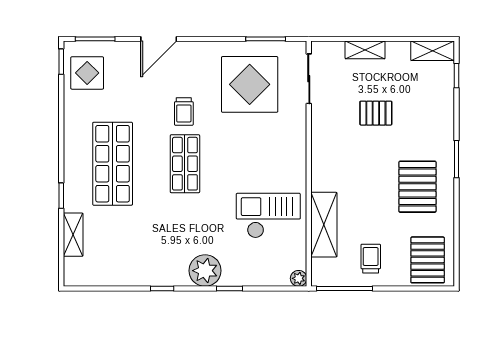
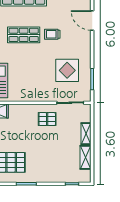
shelving: (433, 51) -> (86, 157), moved
display table: (250, 84) -> (67, 70), width x0.73, depth x0.73
pallet: (376, 113) -> (47, 119), moved, turned 90

